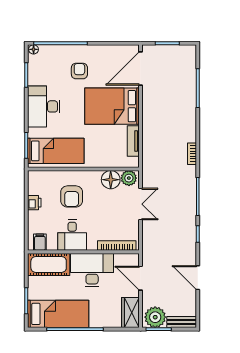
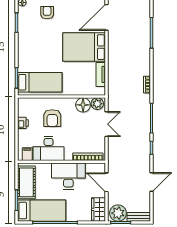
armchair: (79, 71) -> (47, 13), moved
desk: (44, 106) -> (30, 47), removed
desk: (72, 235) -> (48, 148), width x1.37
cot: (49, 264) -> (26, 182), moved, turned 90
door: (198, 278) -> (151, 182), swing flipped

